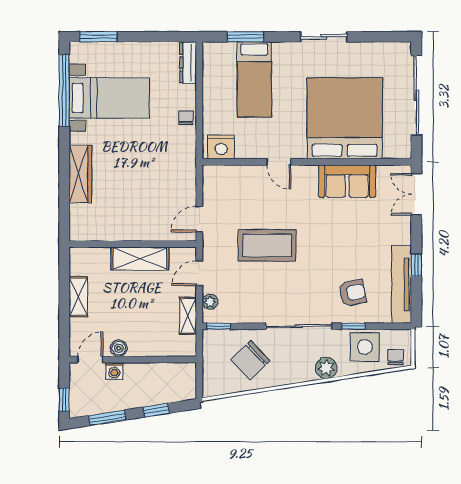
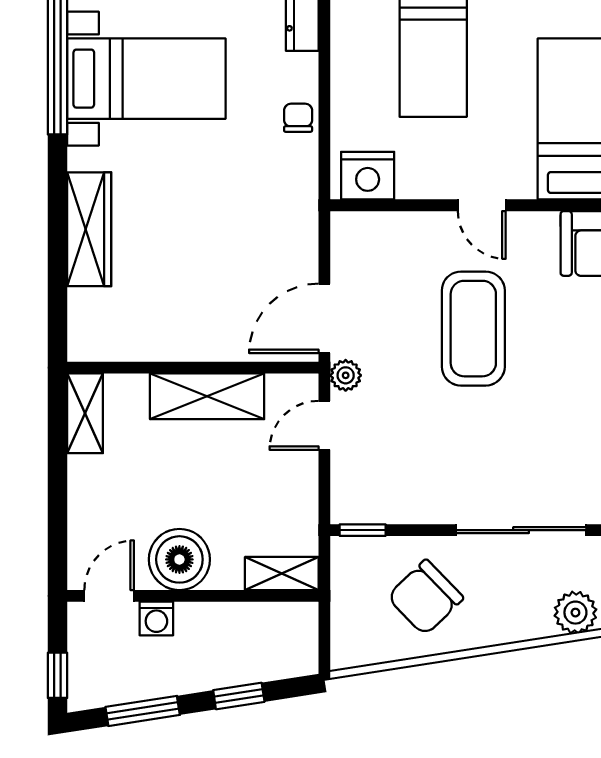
door: (199, 219) -> (324, 318), width x1.38
coffee table: (267, 245) -> (473, 329), moved, turned 90
shelving: (78, 297) -> (85, 413), moved
plant: (210, 302) -> (346, 375), moved
shelving: (188, 316) -> (282, 574), moved, turned 90
boiler: (119, 348) -> (179, 559), width x1.86, depth x1.86

